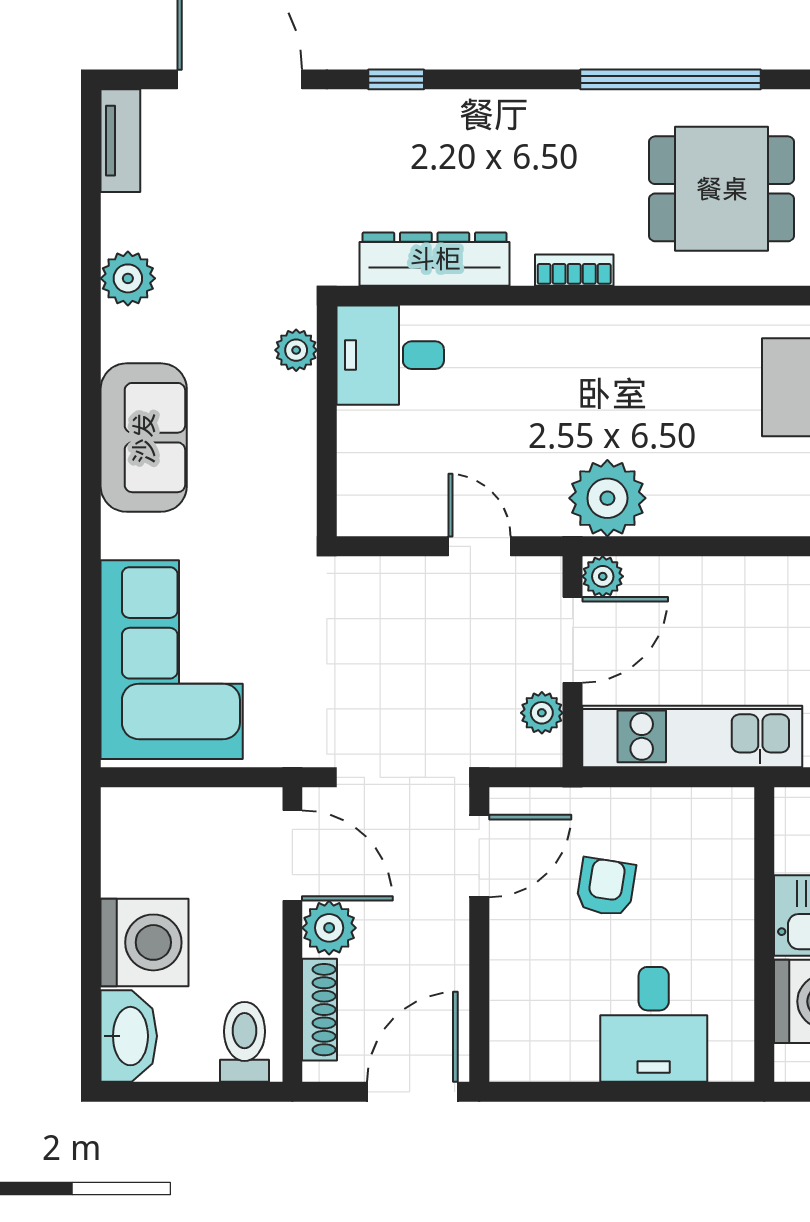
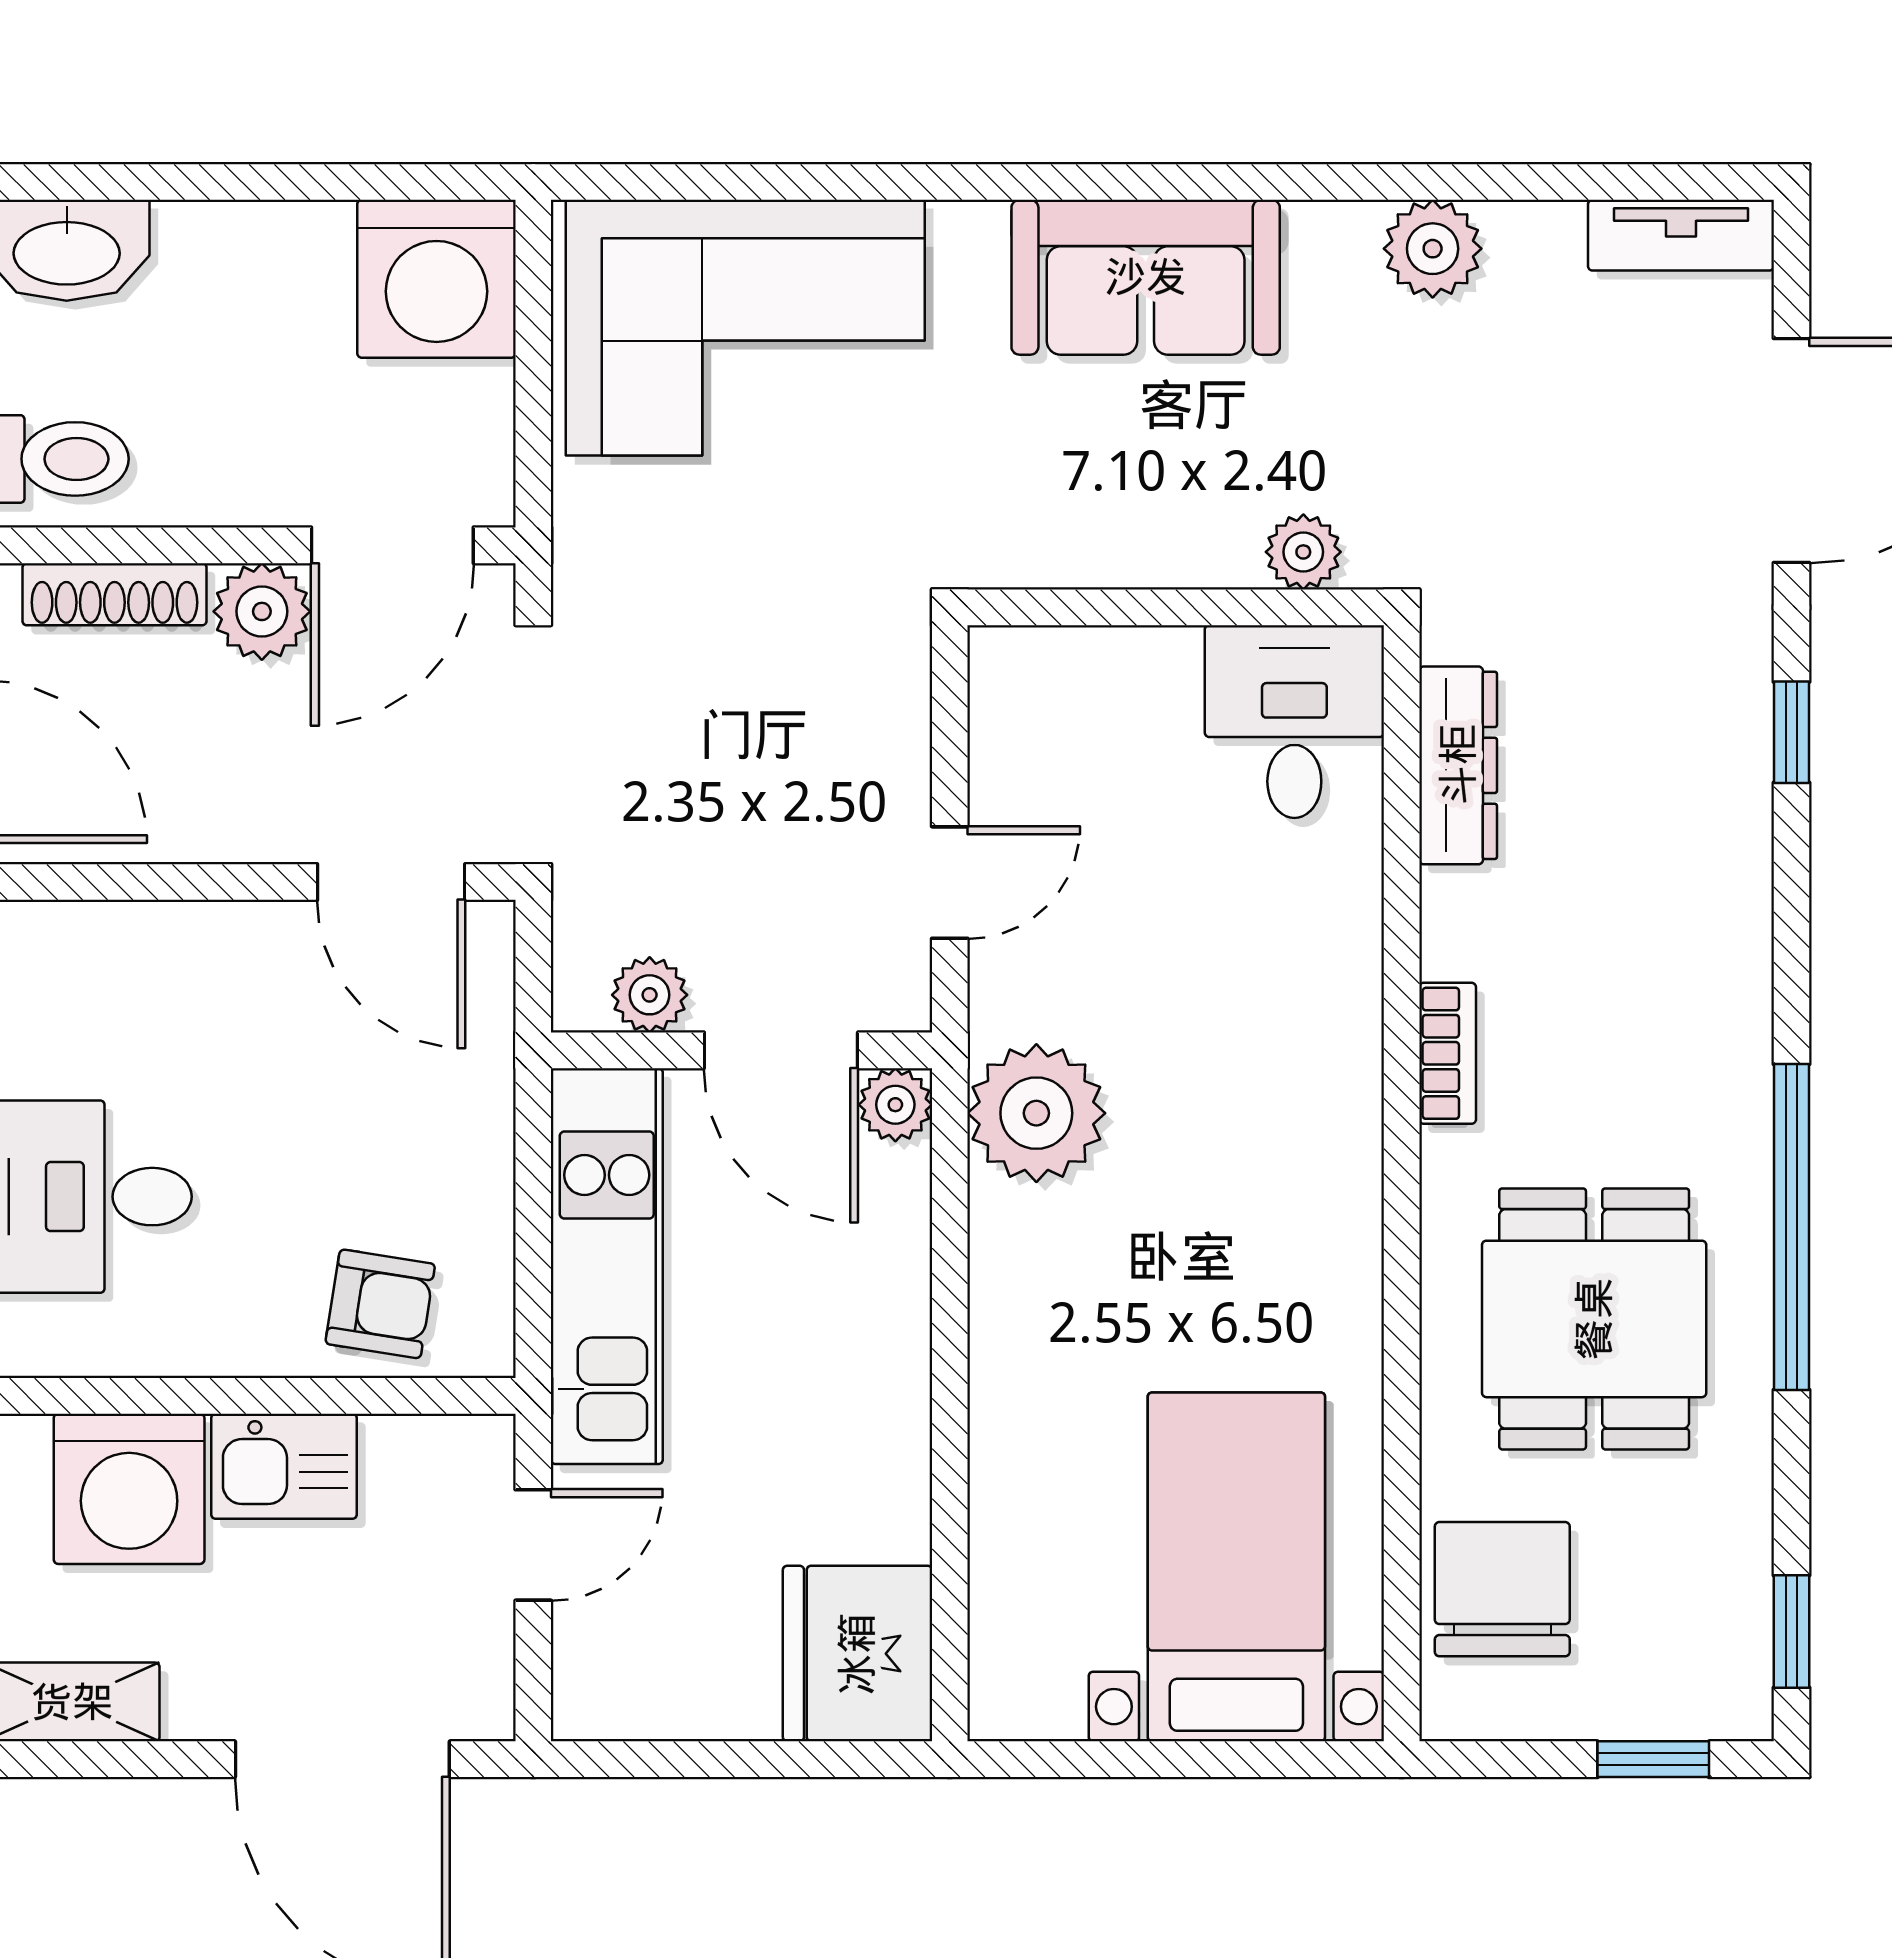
dresser: (435, 259) -> (1458, 765), width x0.73, depth x0.80
armchair: (606, 887) -> (380, 1304), moved
washing machine: (145, 942) -> (436, 279), moved

